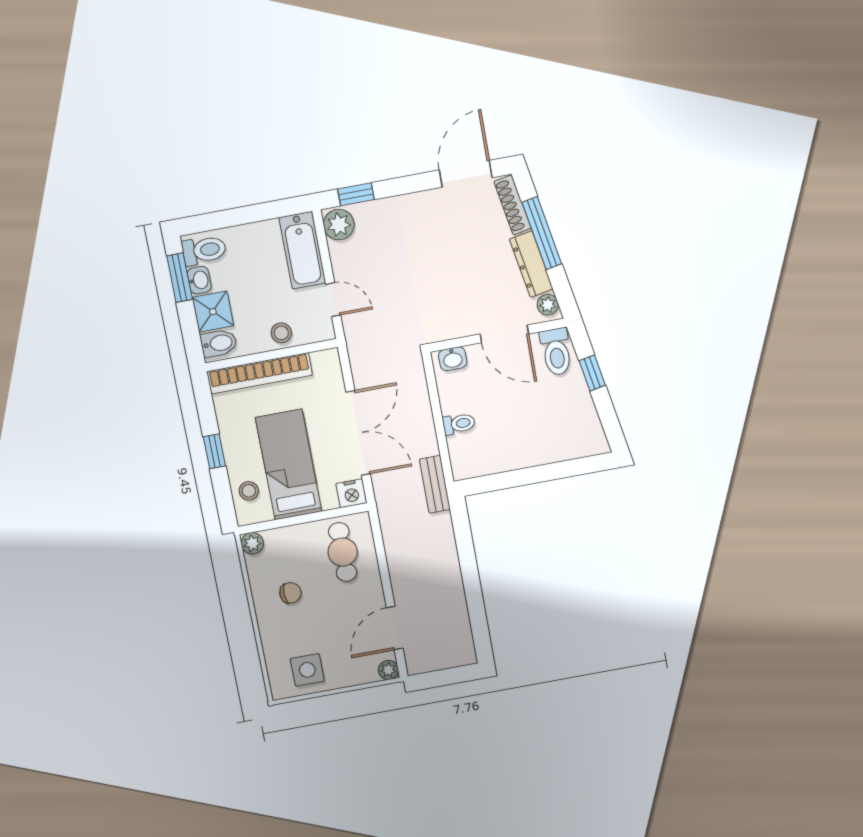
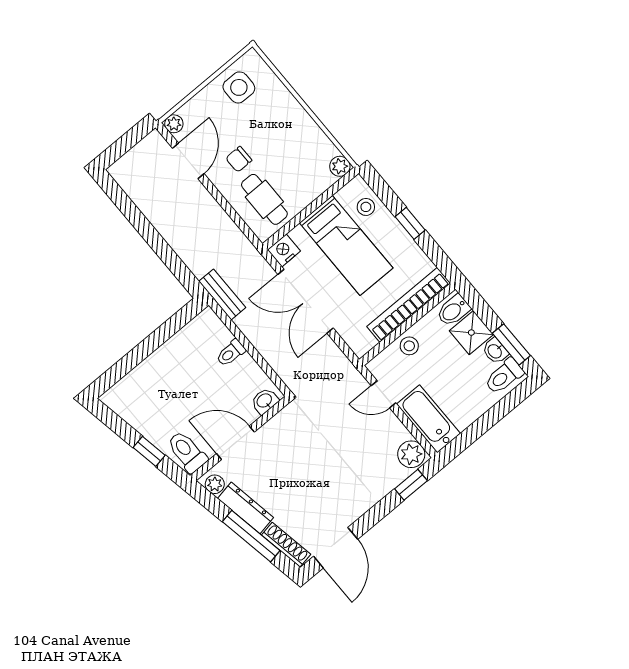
chair: (290, 593) -> (239, 159), moved

